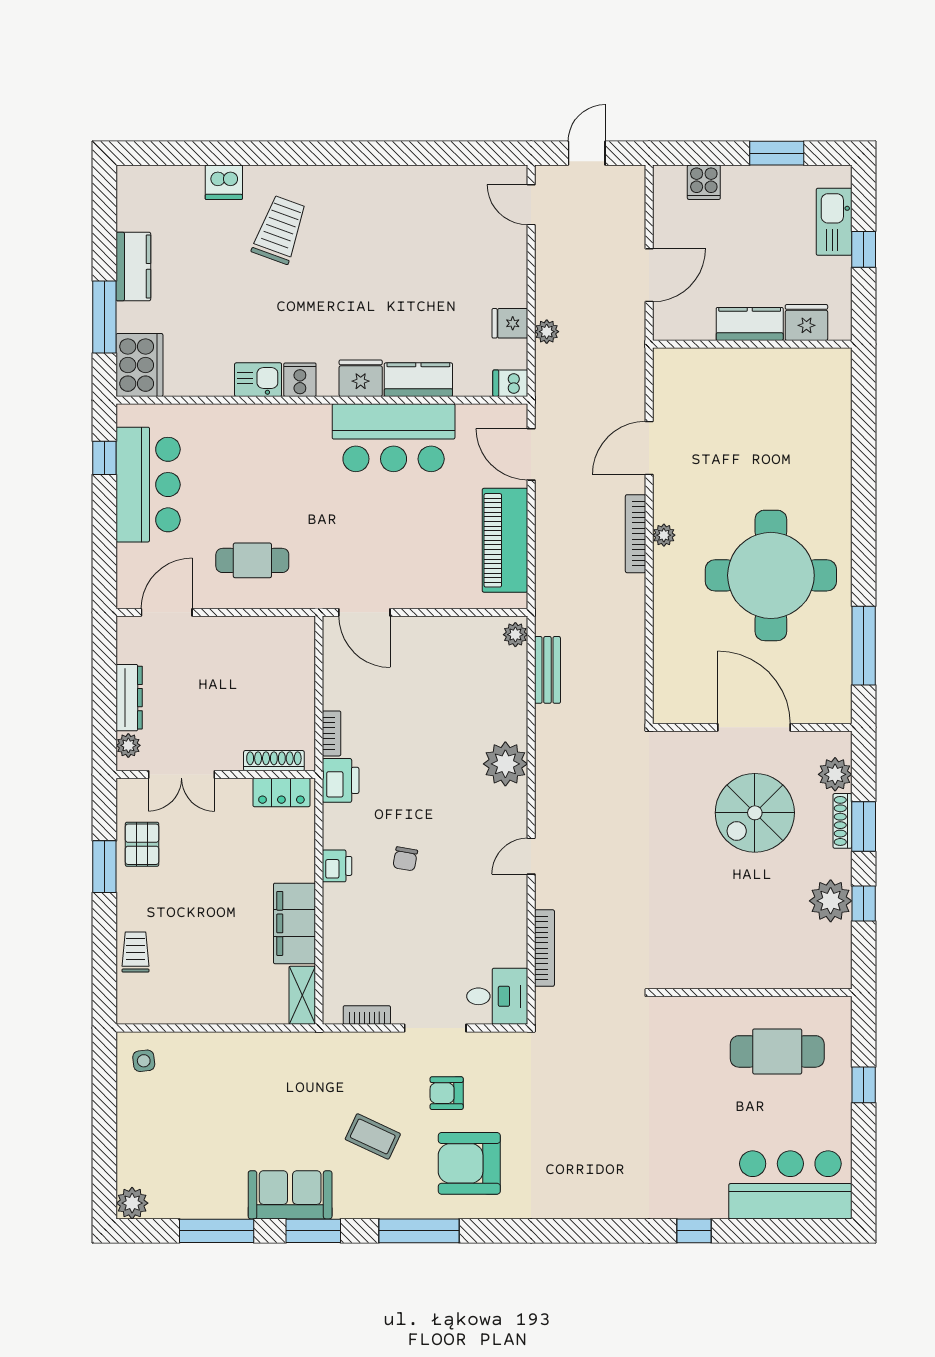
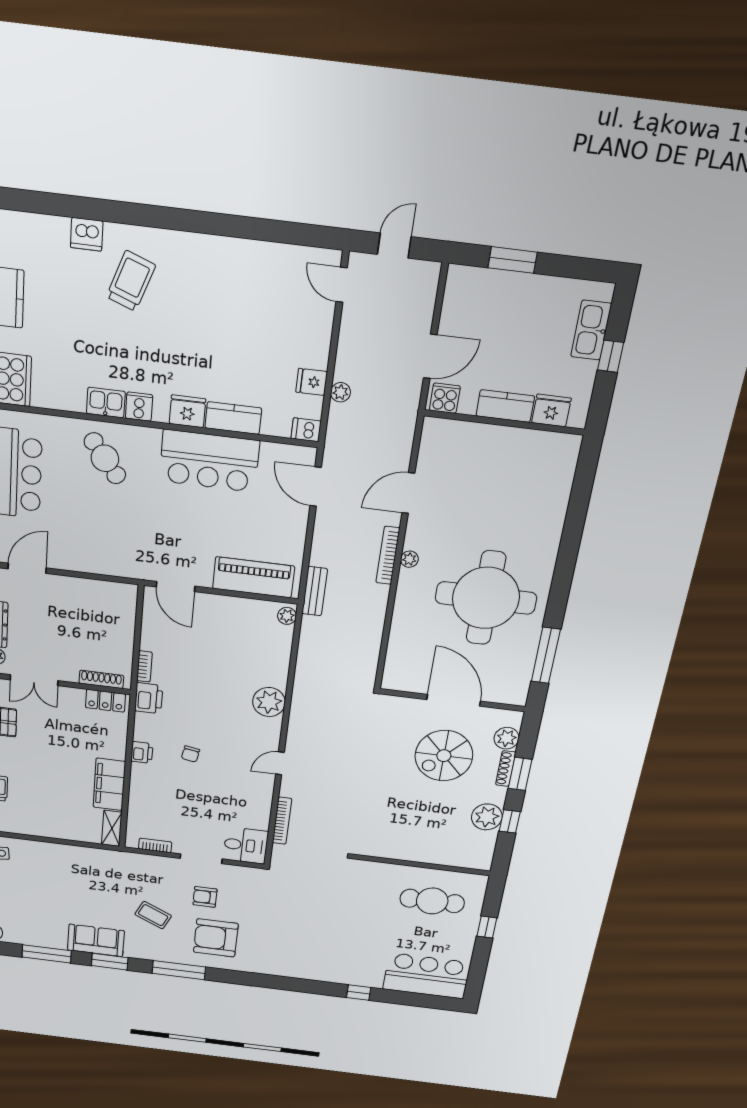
window: (777, 153) -> (513, 260), moved
cooker: (704, 182) -> (445, 398), moved, turned 180
piano: (505, 540) -> (253, 577), moved, turned 90
cafe table: (252, 560) -> (105, 458), moved, turned 52
bench: (547, 670) -> (315, 591), moved

